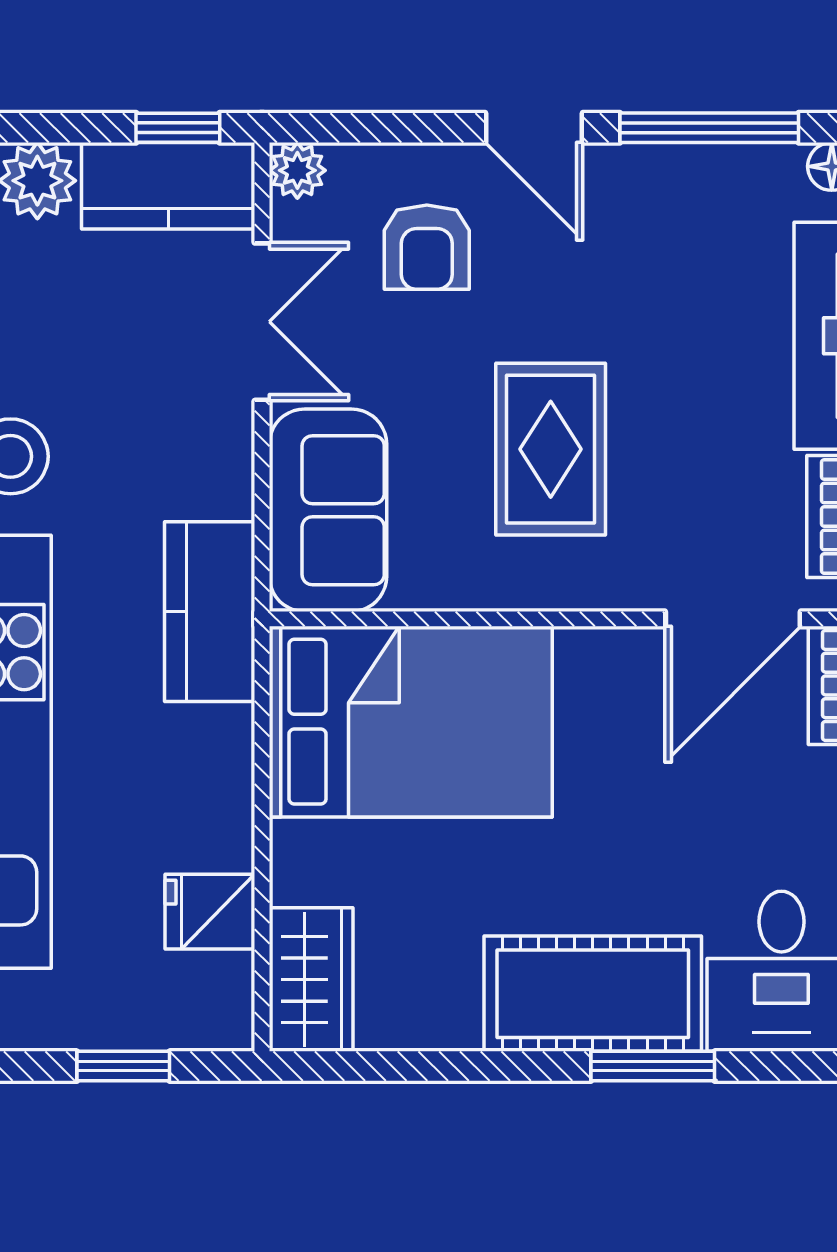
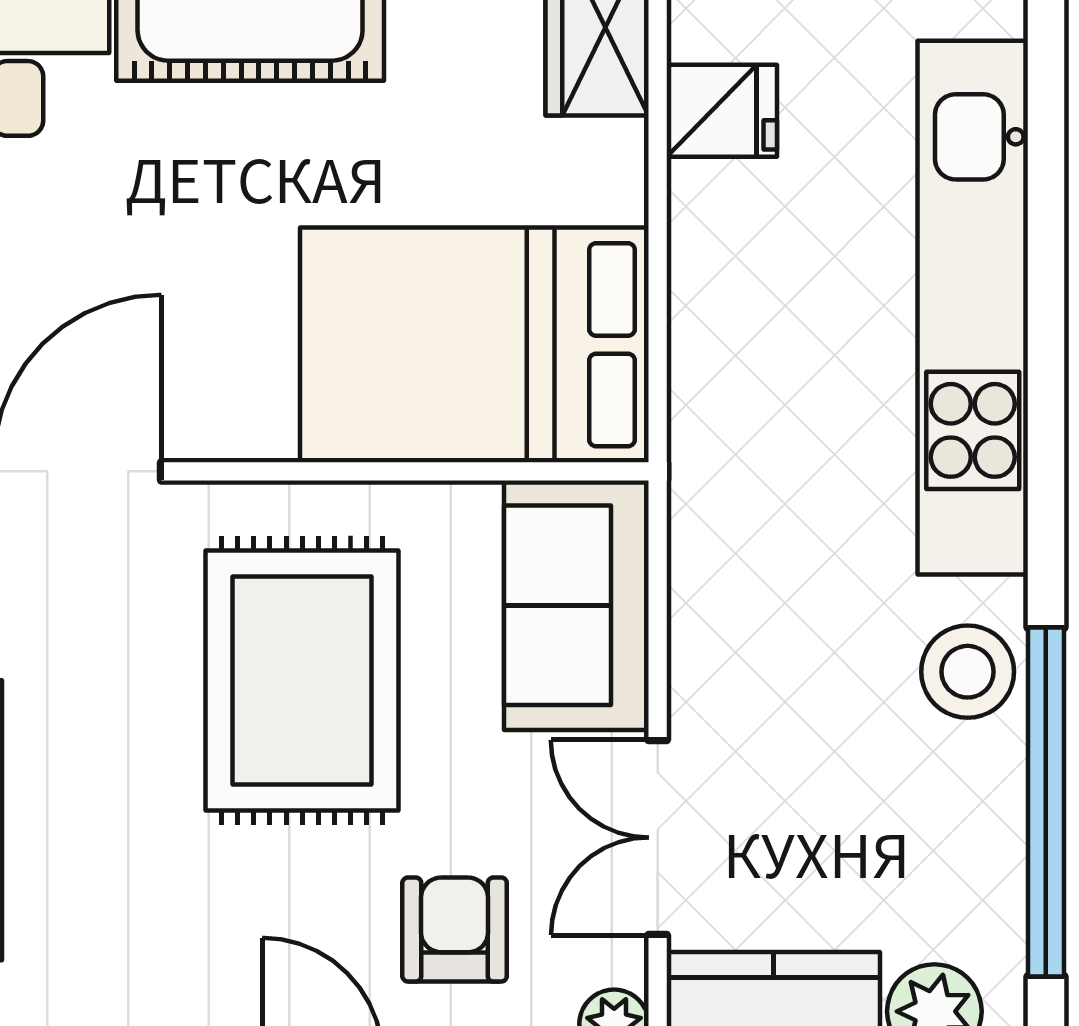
rug: (551, 449) -> (302, 680), width x1.36, depth x1.43
kitchen counter: (210, 612) -> (722, 480), removed

